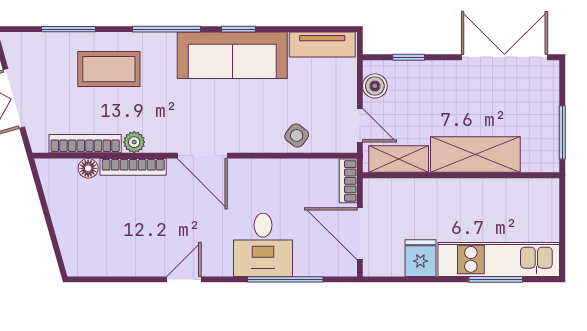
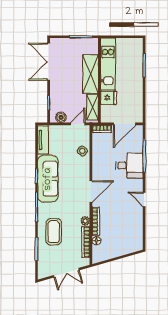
fridge: (420, 258) -> (109, 98), moved, turned 180
kitchen unit: (499, 259) -> (108, 64), moved, turned 180

